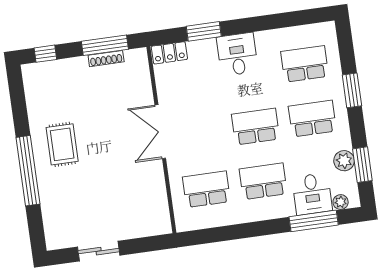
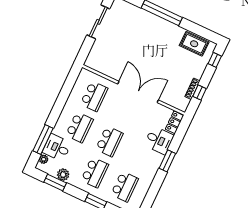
window: (204, 31) -> (167, 161), moved
window: (105, 45) -> (199, 92), width x0.46
desk: (237, 54) -> (159, 140), moved
double door: (160, 132) -> (138, 92), width x1.36
rug: (62, 144) -> (194, 44), moved
sliding door: (99, 251) -> (98, 22), width x1.37

